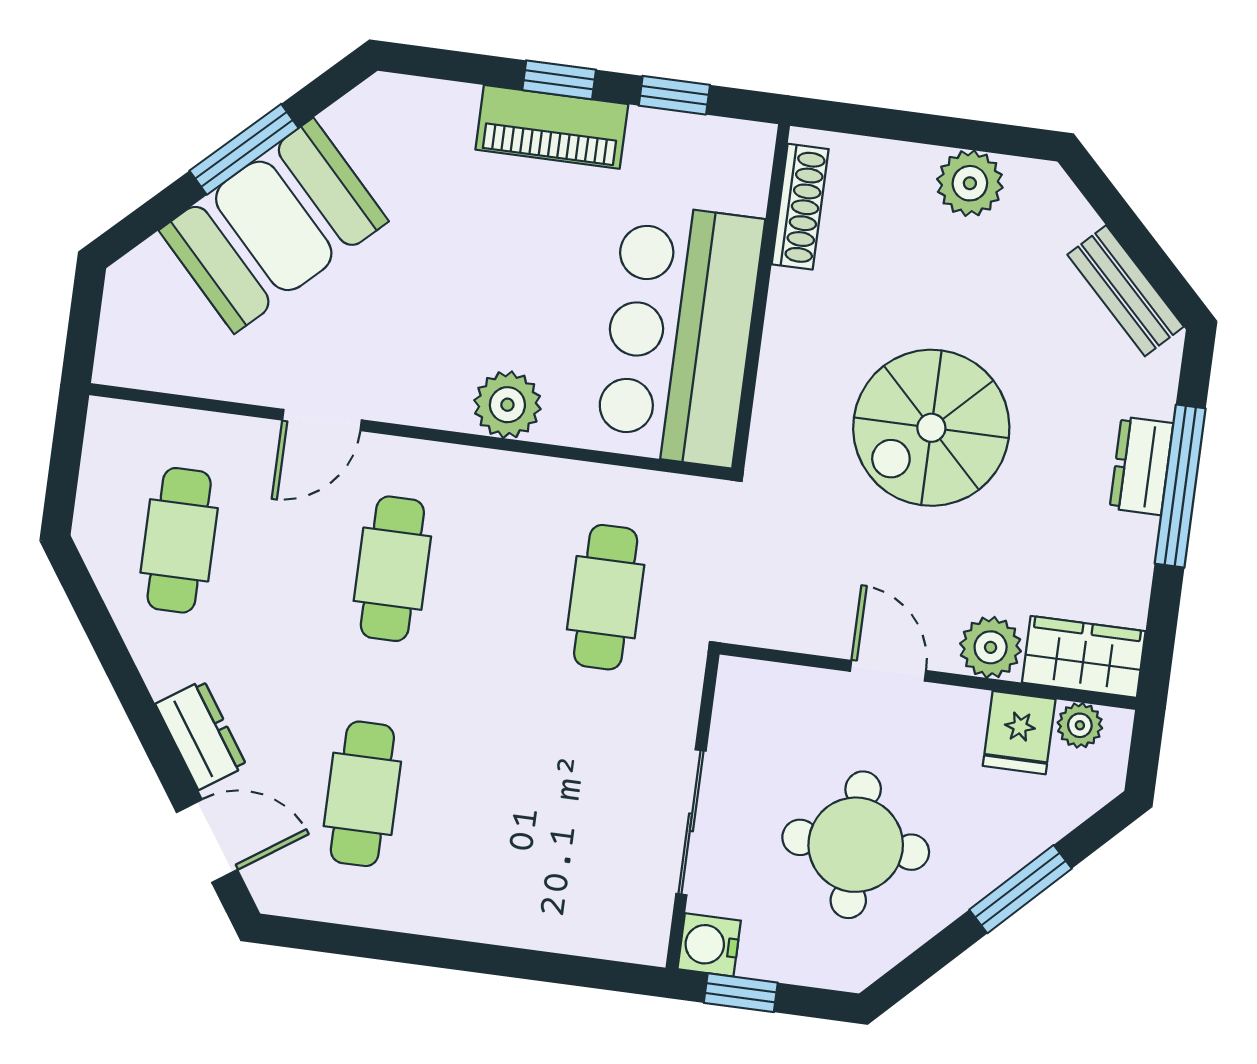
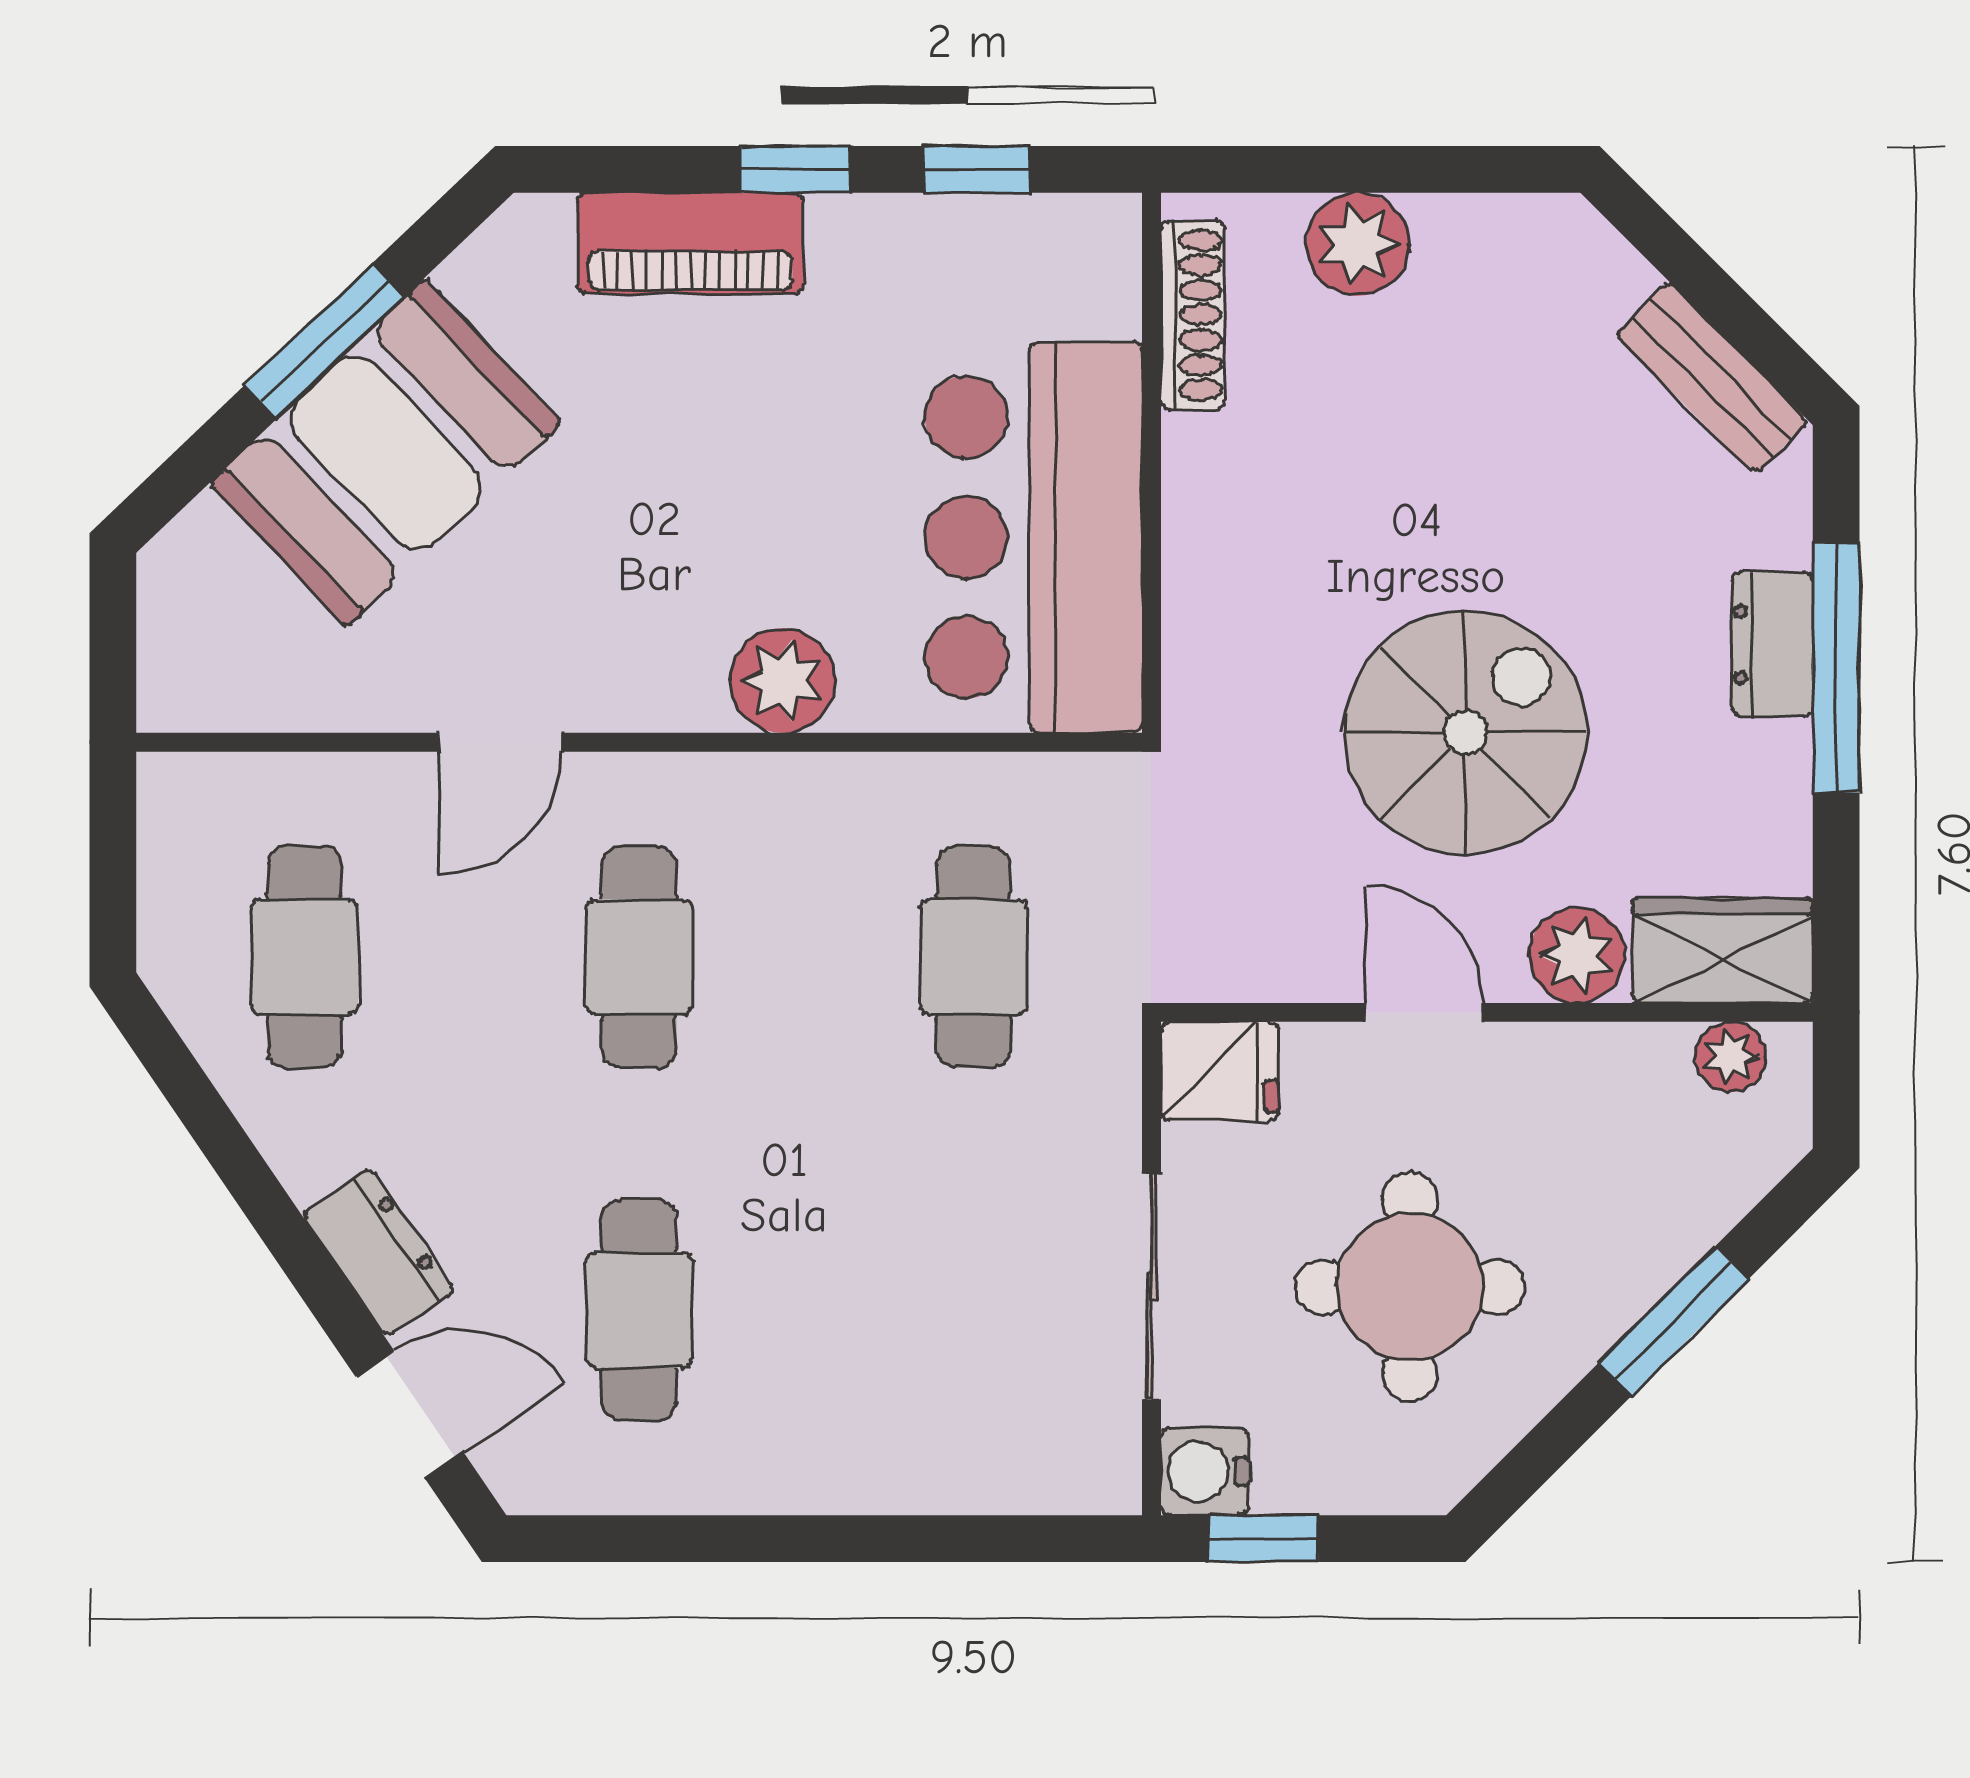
piano: (552, 127) -> (690, 243), moved
plant: (970, 183) -> (1358, 244), moved
spiral stairs: (931, 428) -> (1465, 732), moved, turned 180
fridge: (1019, 733) -> (1220, 1071), moved, turned -90

